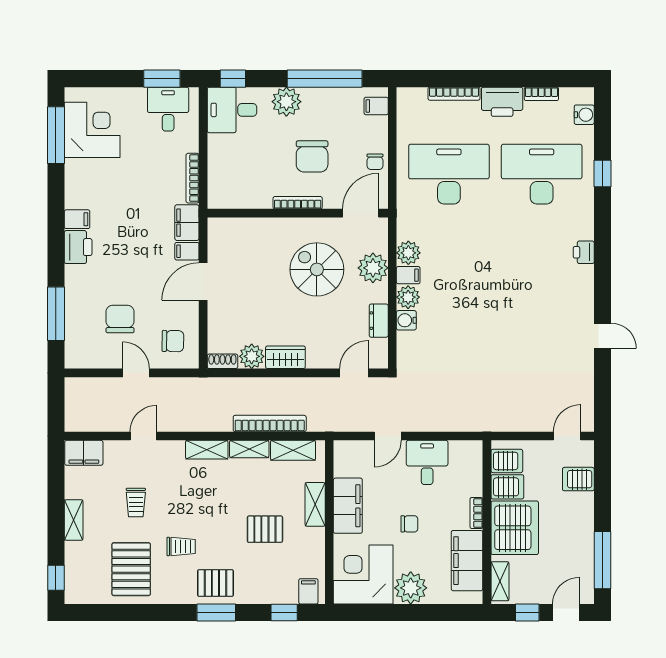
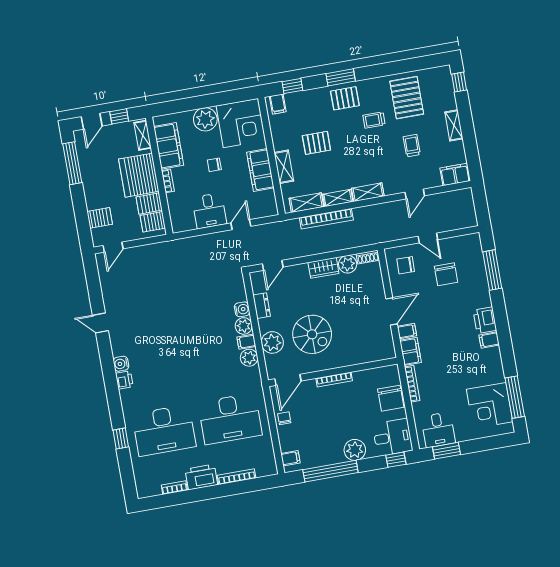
water cooler: (584, 115) -> (121, 364), moved
chair: (312, 156) -> (391, 398), moved, turned 180

